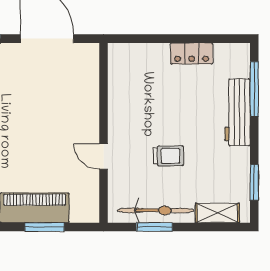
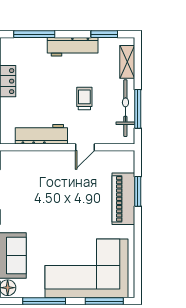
workbench: (121, 99) -> (41, 134), added
workbench: (237, 112) -> (73, 47), moved
window: (154, 227) -> (138, 109), width x1.44

